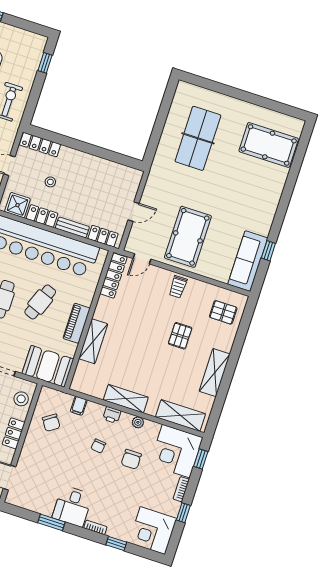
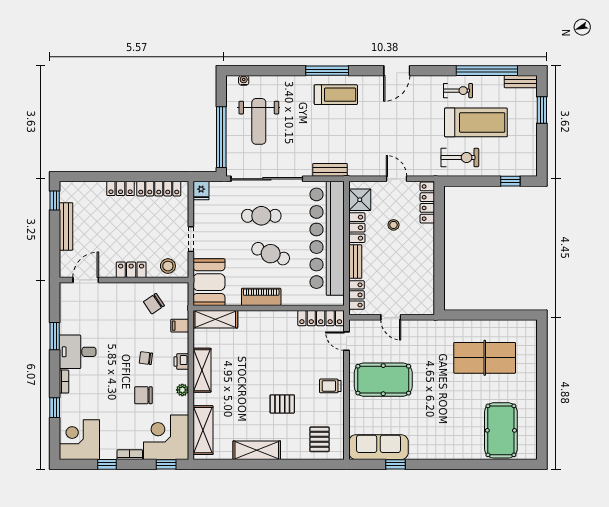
shelving: (93, 341) -> (215, 319), moved

